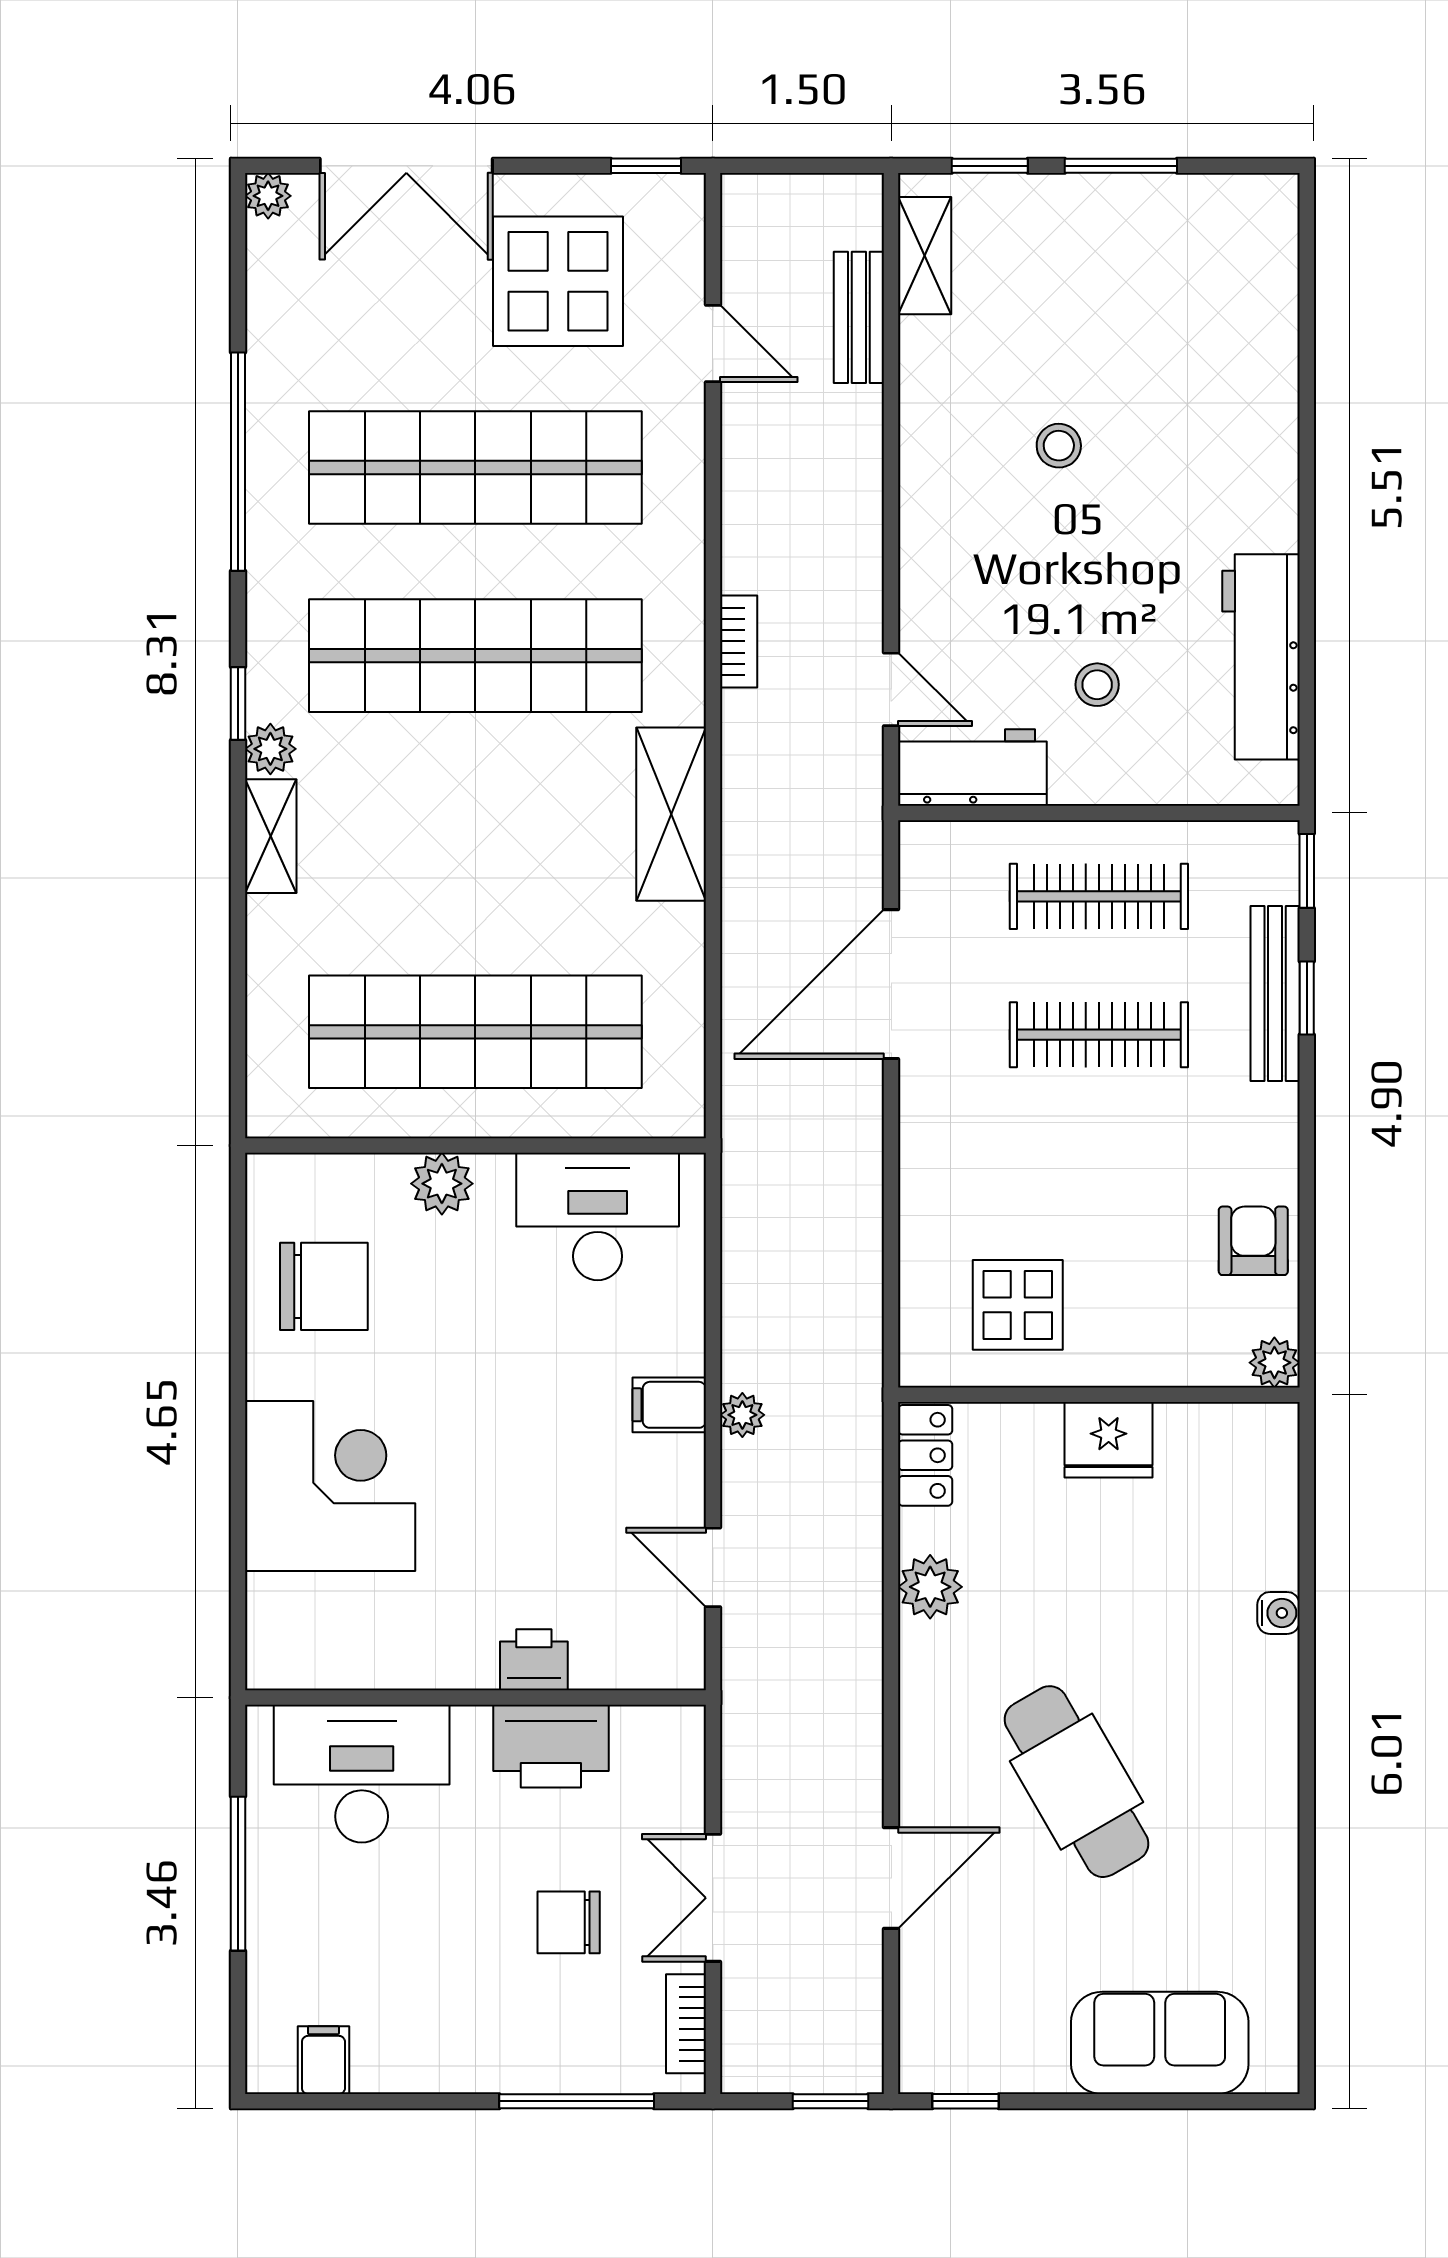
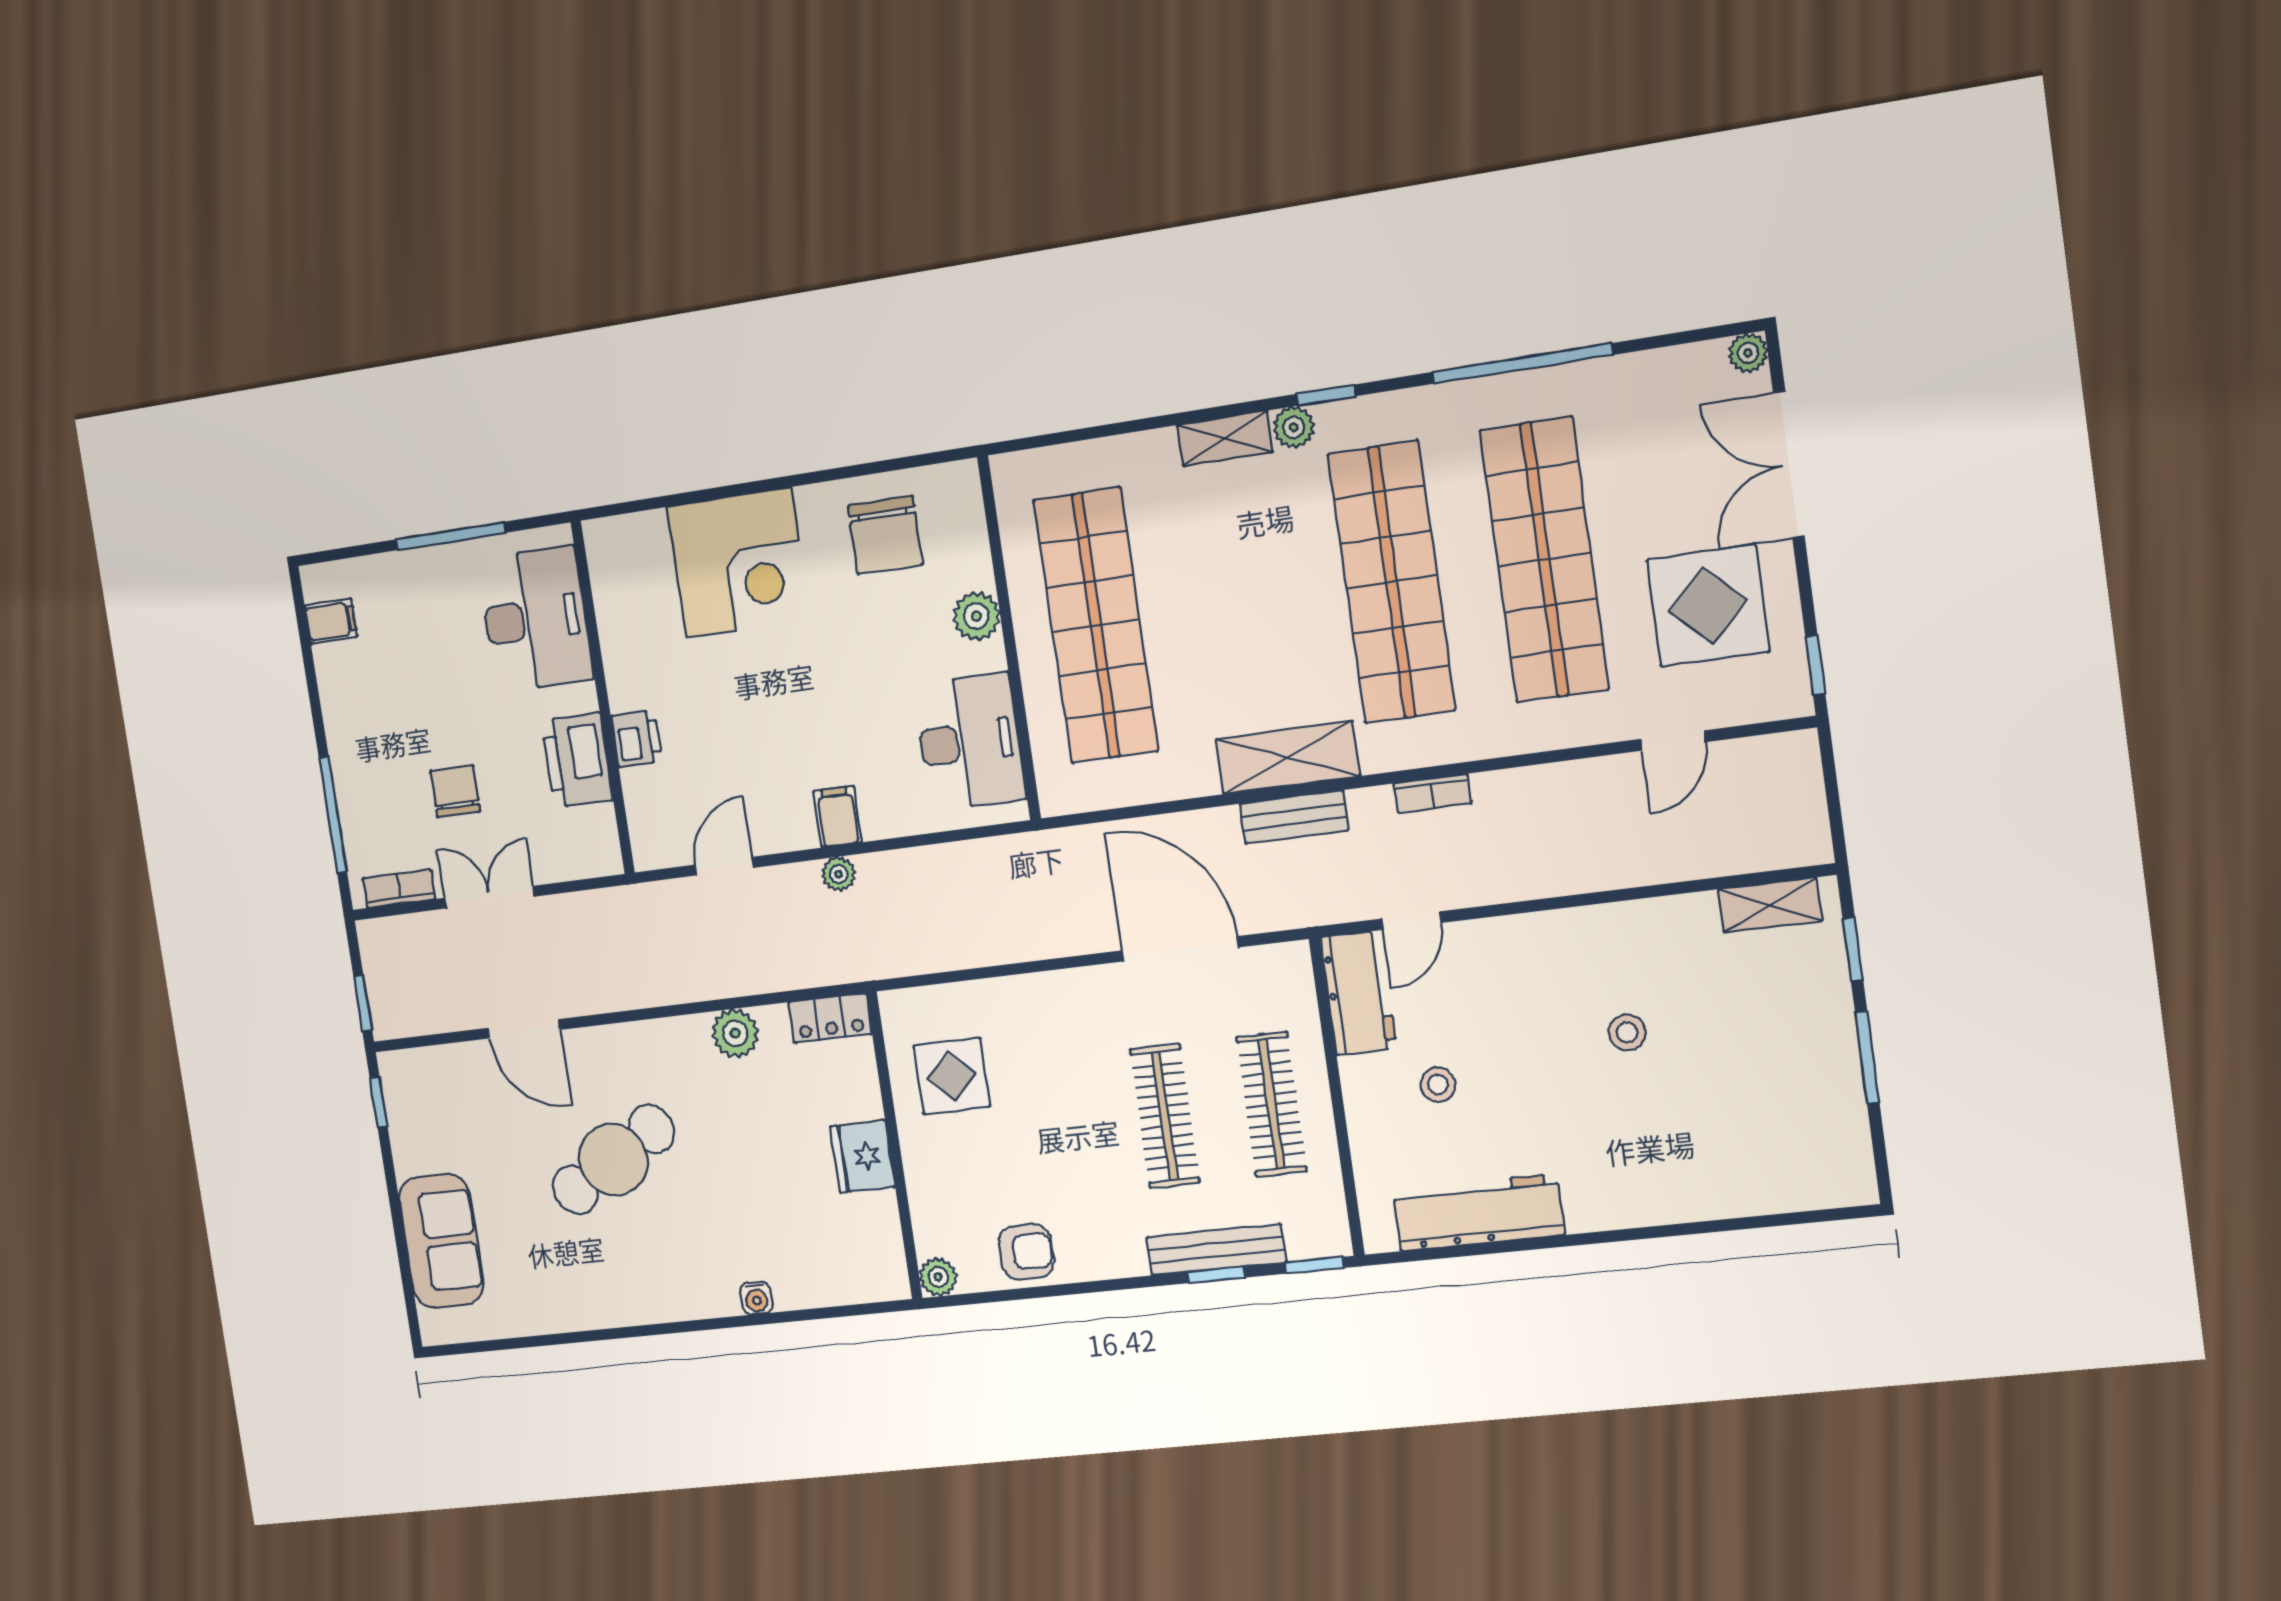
bench: (859, 317) -> (1294, 817), moved

